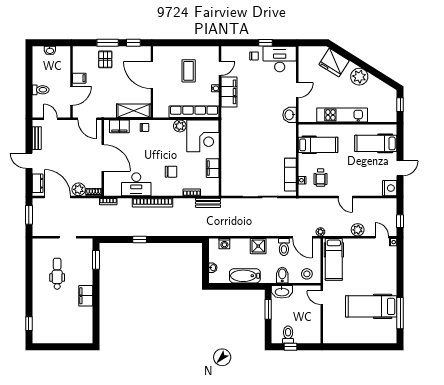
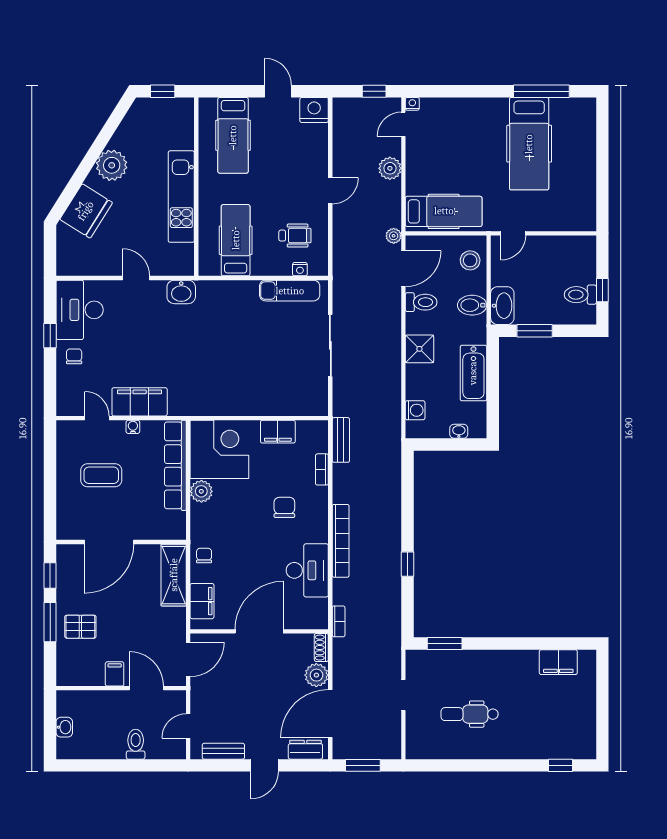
filing cabinet: (86, 296) -> (558, 662), moved

